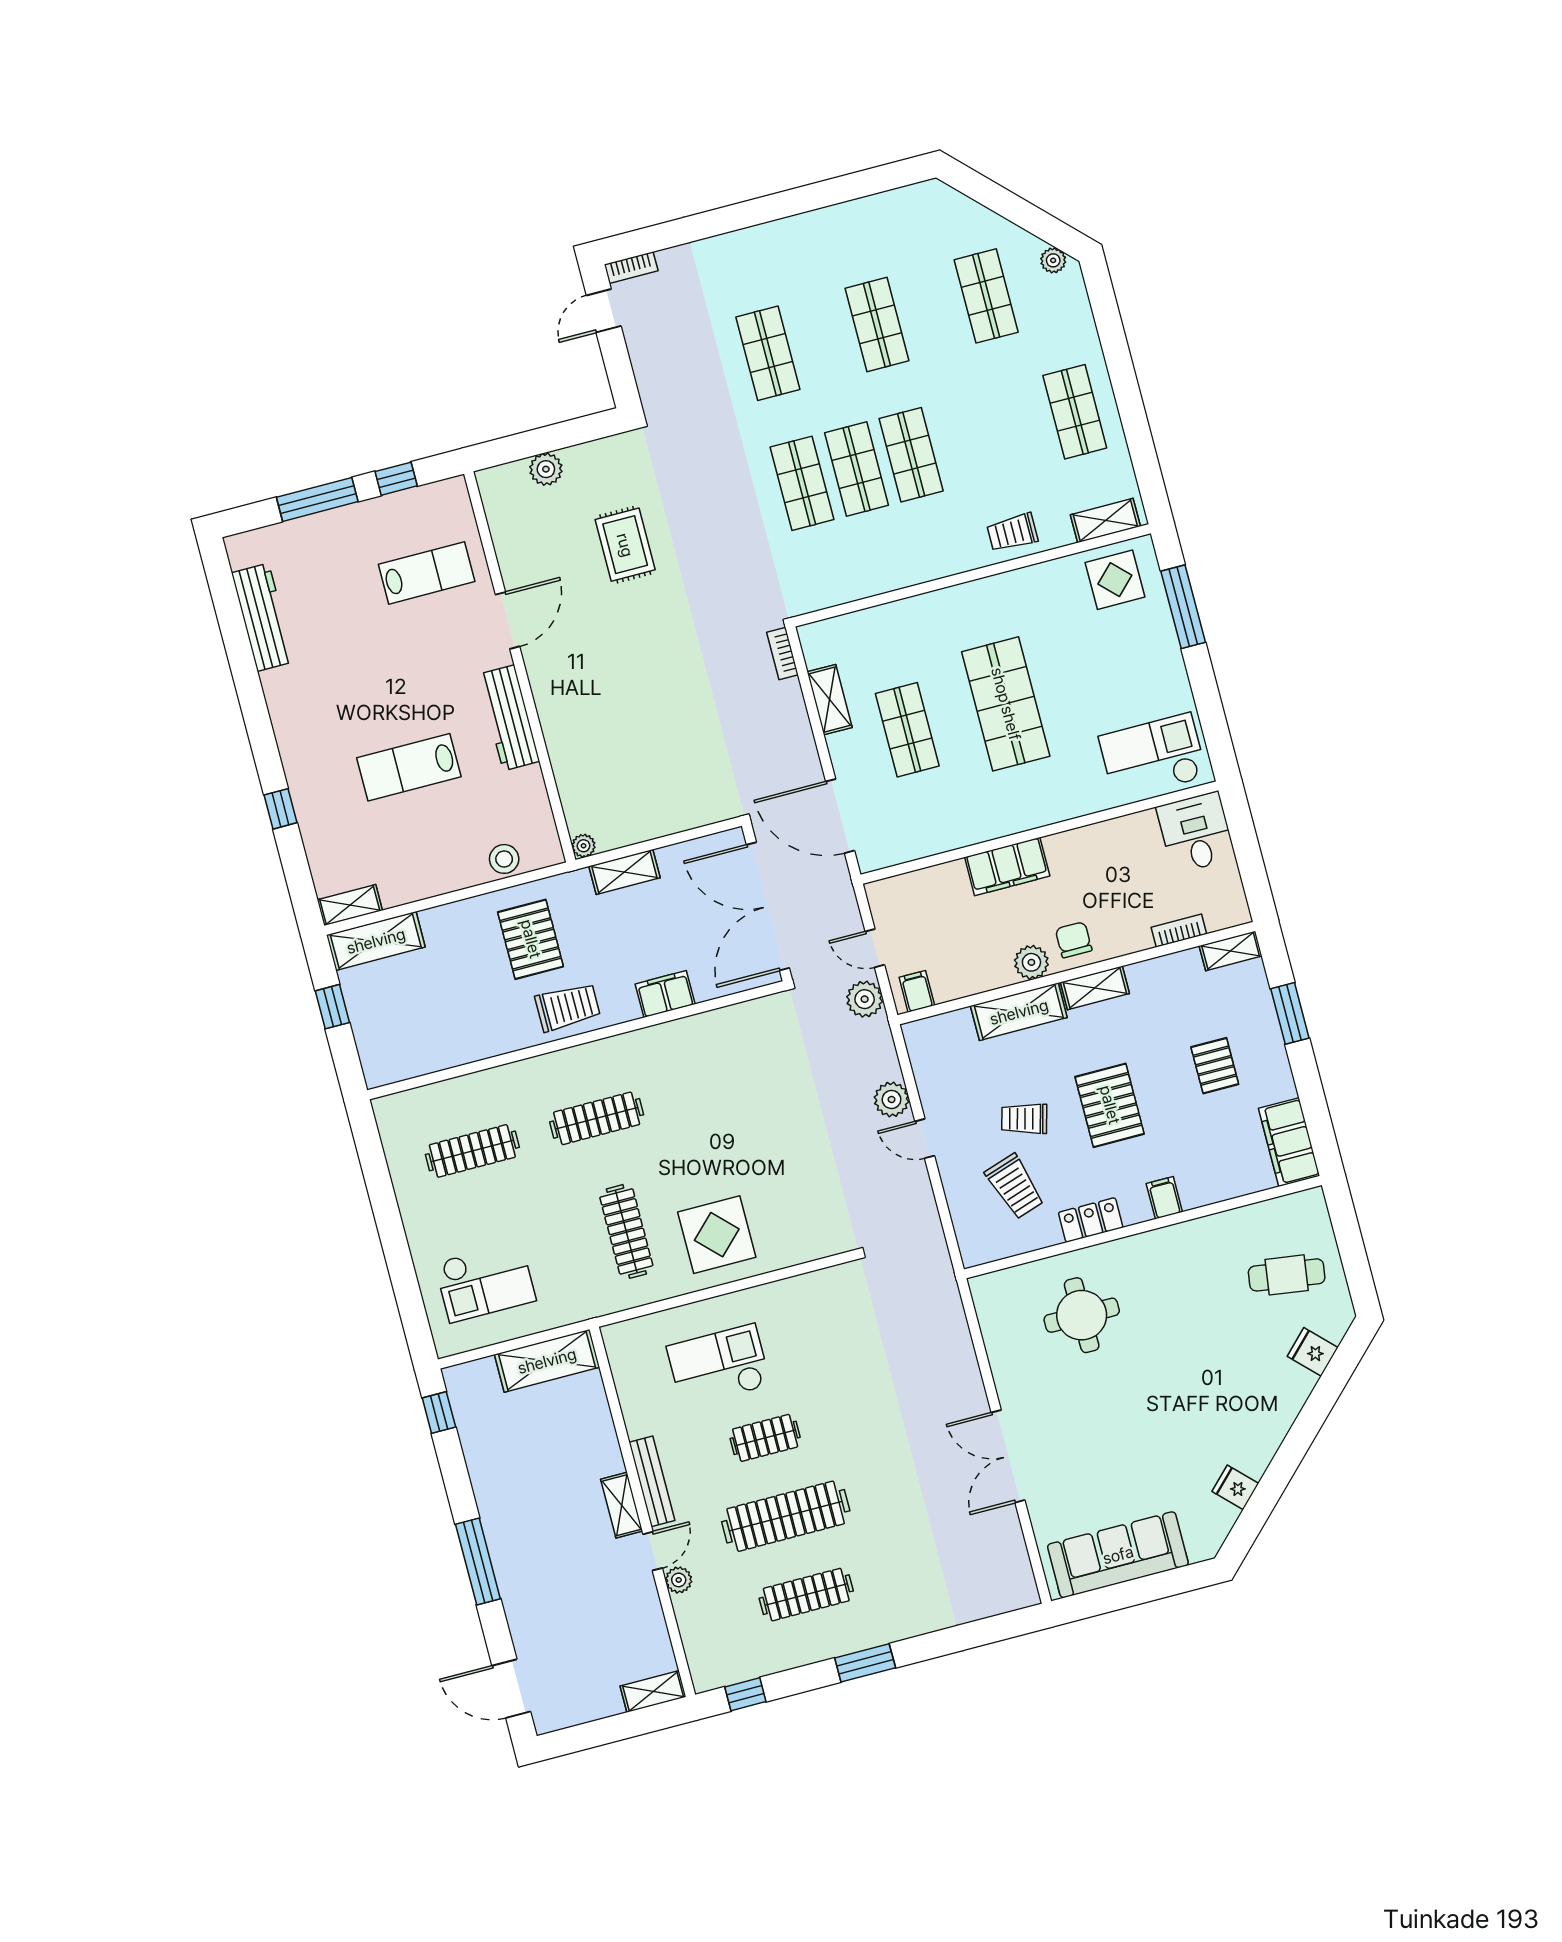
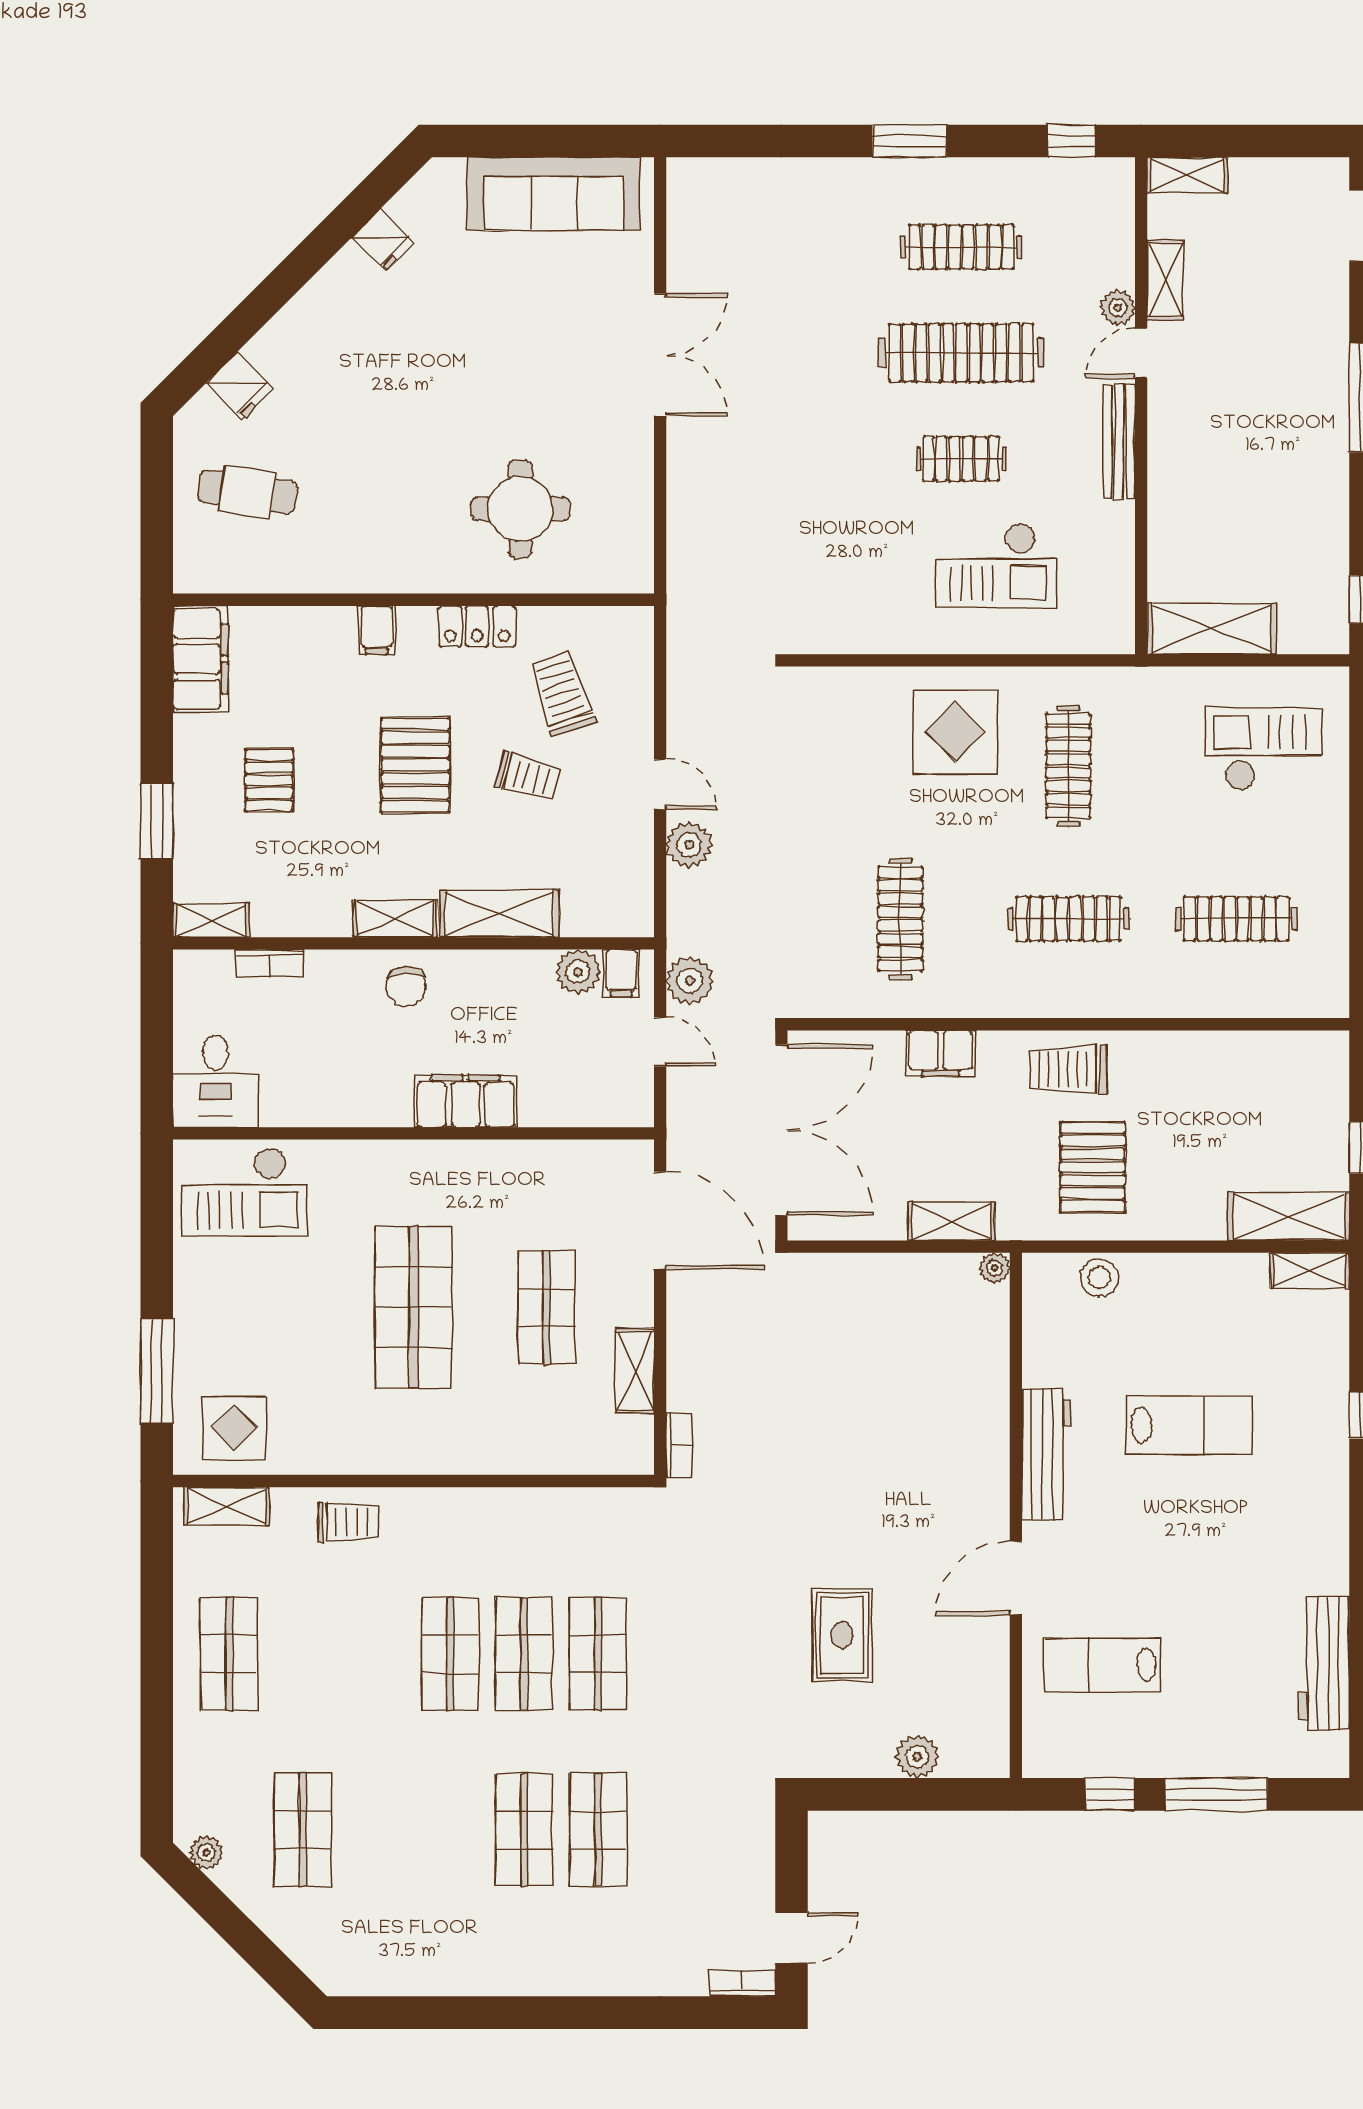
shop shelf: (877, 325) -> (524, 1830), moved
plant: (1031, 962) -> (578, 972), moved
clothes rail: (721, 1086) -> (900, 919), added
shelving: (622, 1505) -> (1165, 280), moved

